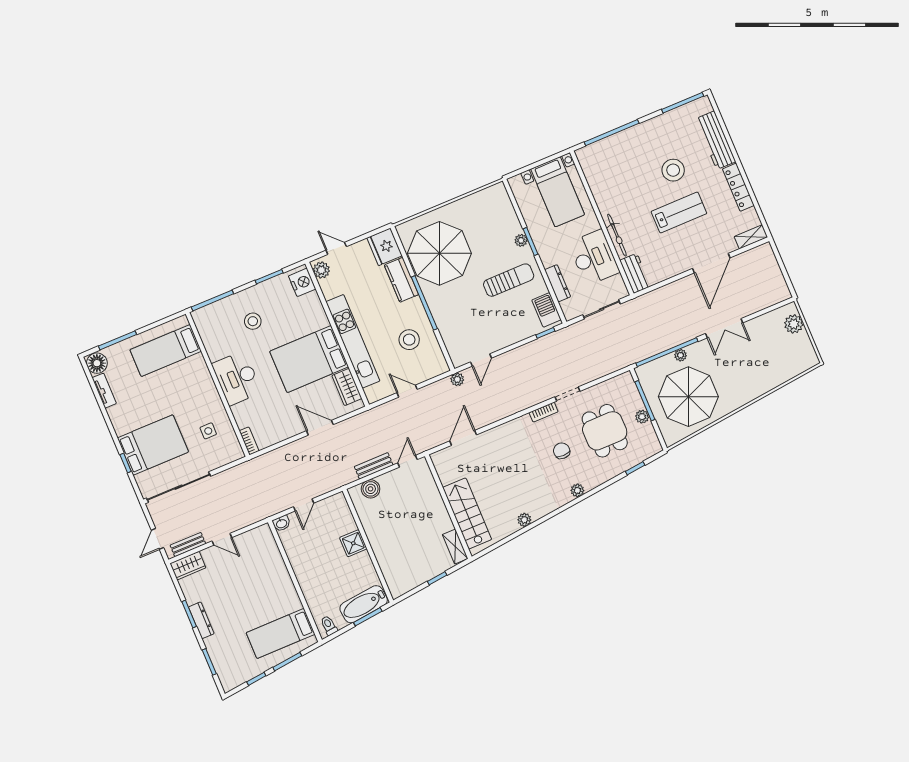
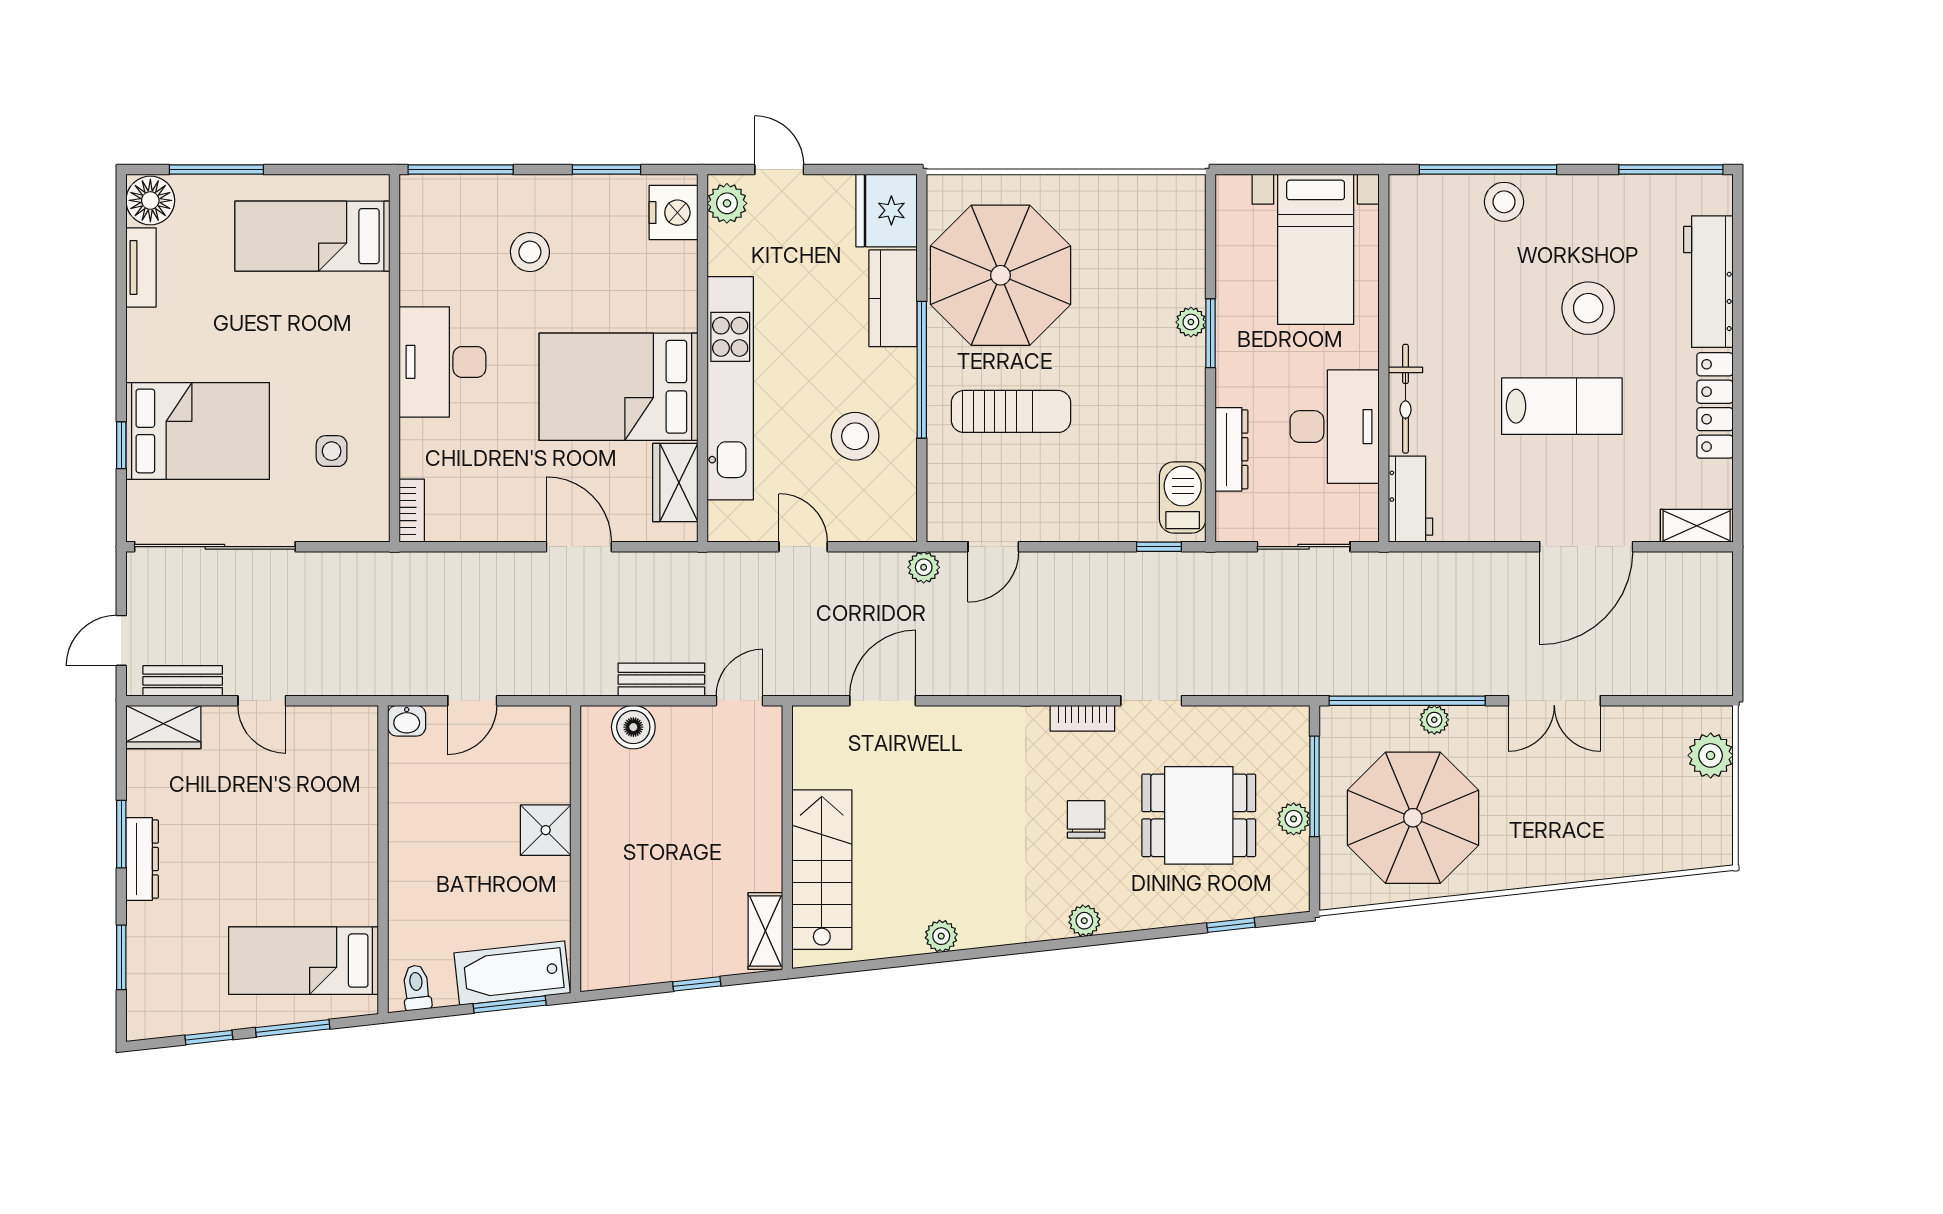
stool: (623, 143) -> (1504, 202), added
sun lounger: (509, 280) -> (1011, 411), moved
dining table: (605, 431) -> (1199, 815), turned 90

